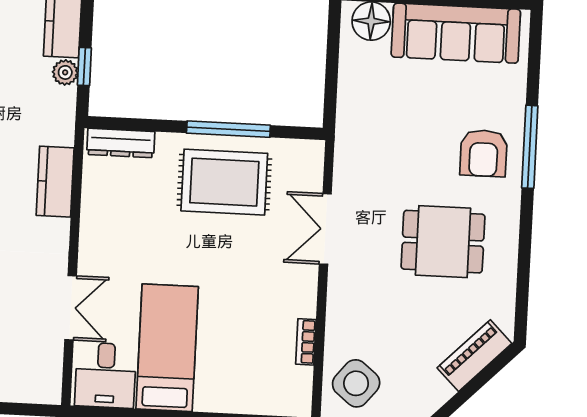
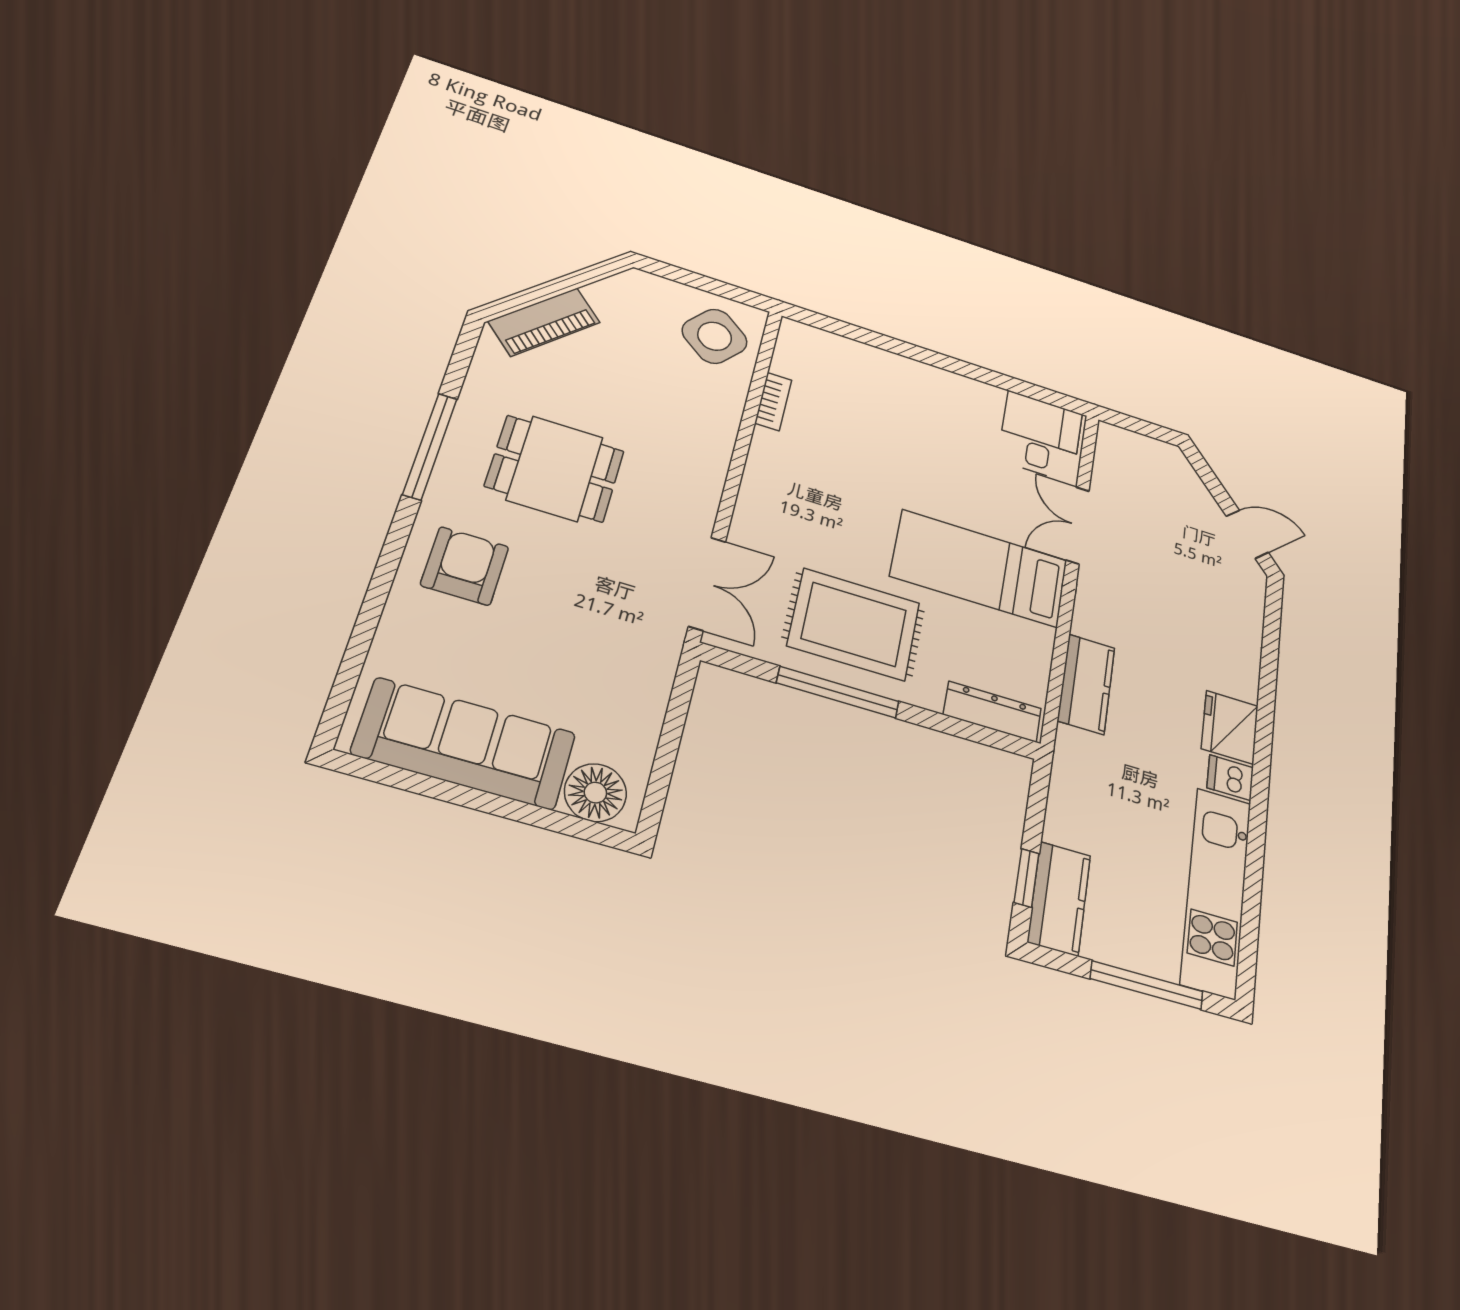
window: (84, 67) -> (1027, 878), moved
plant: (65, 72) -> (1061, 826), removed
window: (530, 147) -> (430, 446), moved
double door: (325, 229) -> (707, 584), moved
bed: (167, 348) -> (979, 568), moved, turned 90

